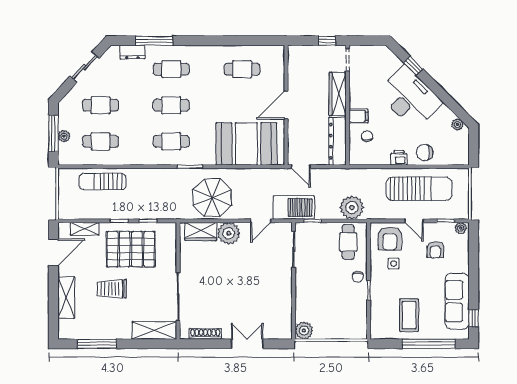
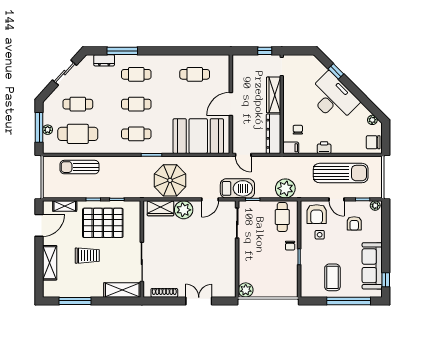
filing cabinet: (358, 116) -> (291, 148), moved
cafe table: (100, 141) -> (78, 134), width x1.37, depth x1.35
chair: (425, 153) -> (373, 142), moved
trolley: (112, 289) -> (87, 256), turned 180

